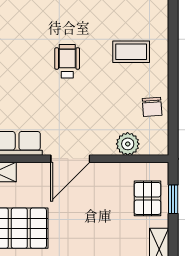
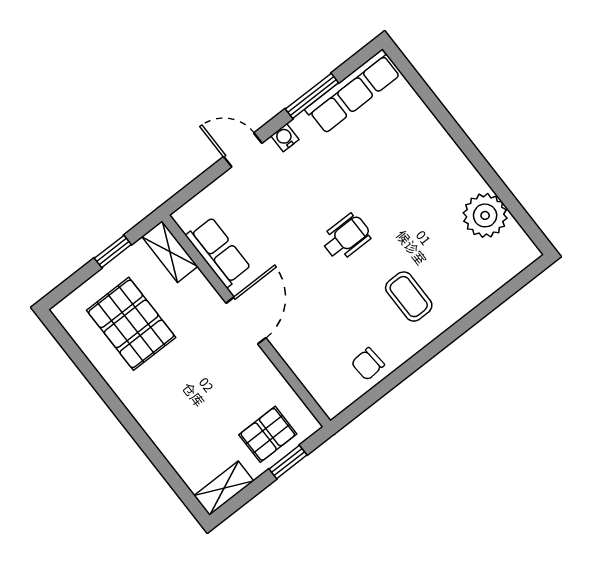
plant: (128, 144) -> (309, 369), removed
door: (70, 159) -> (246, 321), swing flipped

